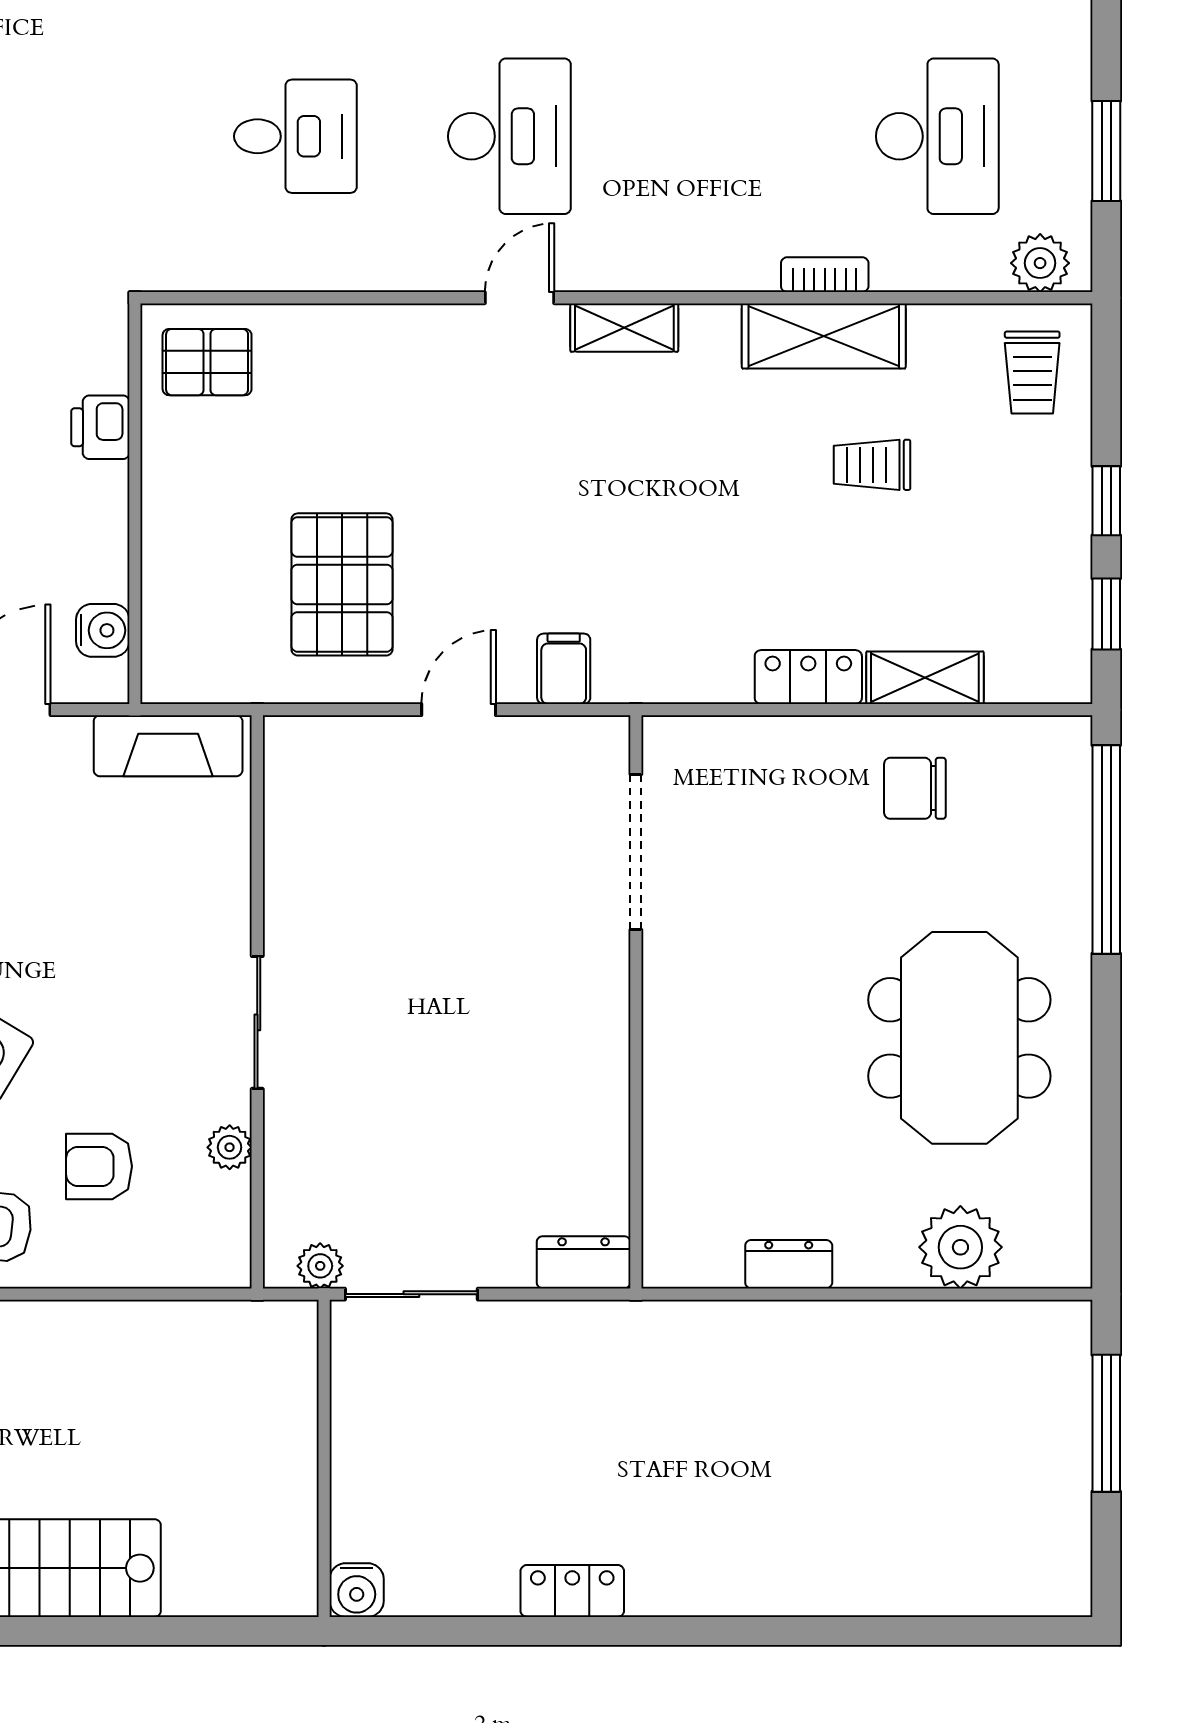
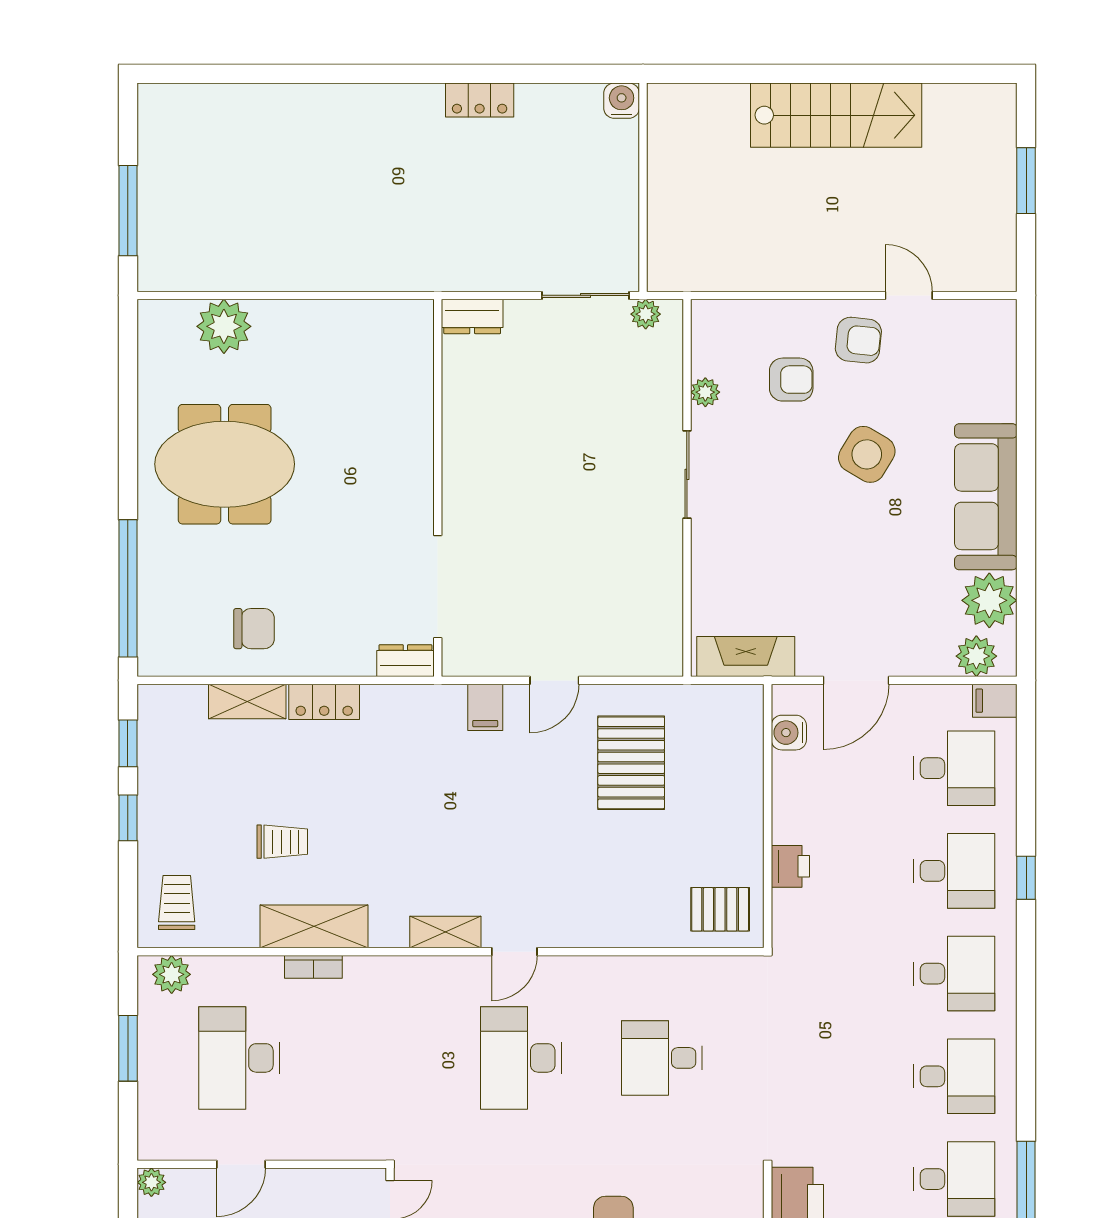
meeting table: (959, 1038) -> (225, 464), turned 90
dresser: (789, 1264) -> (405, 661), moved, turned 180

